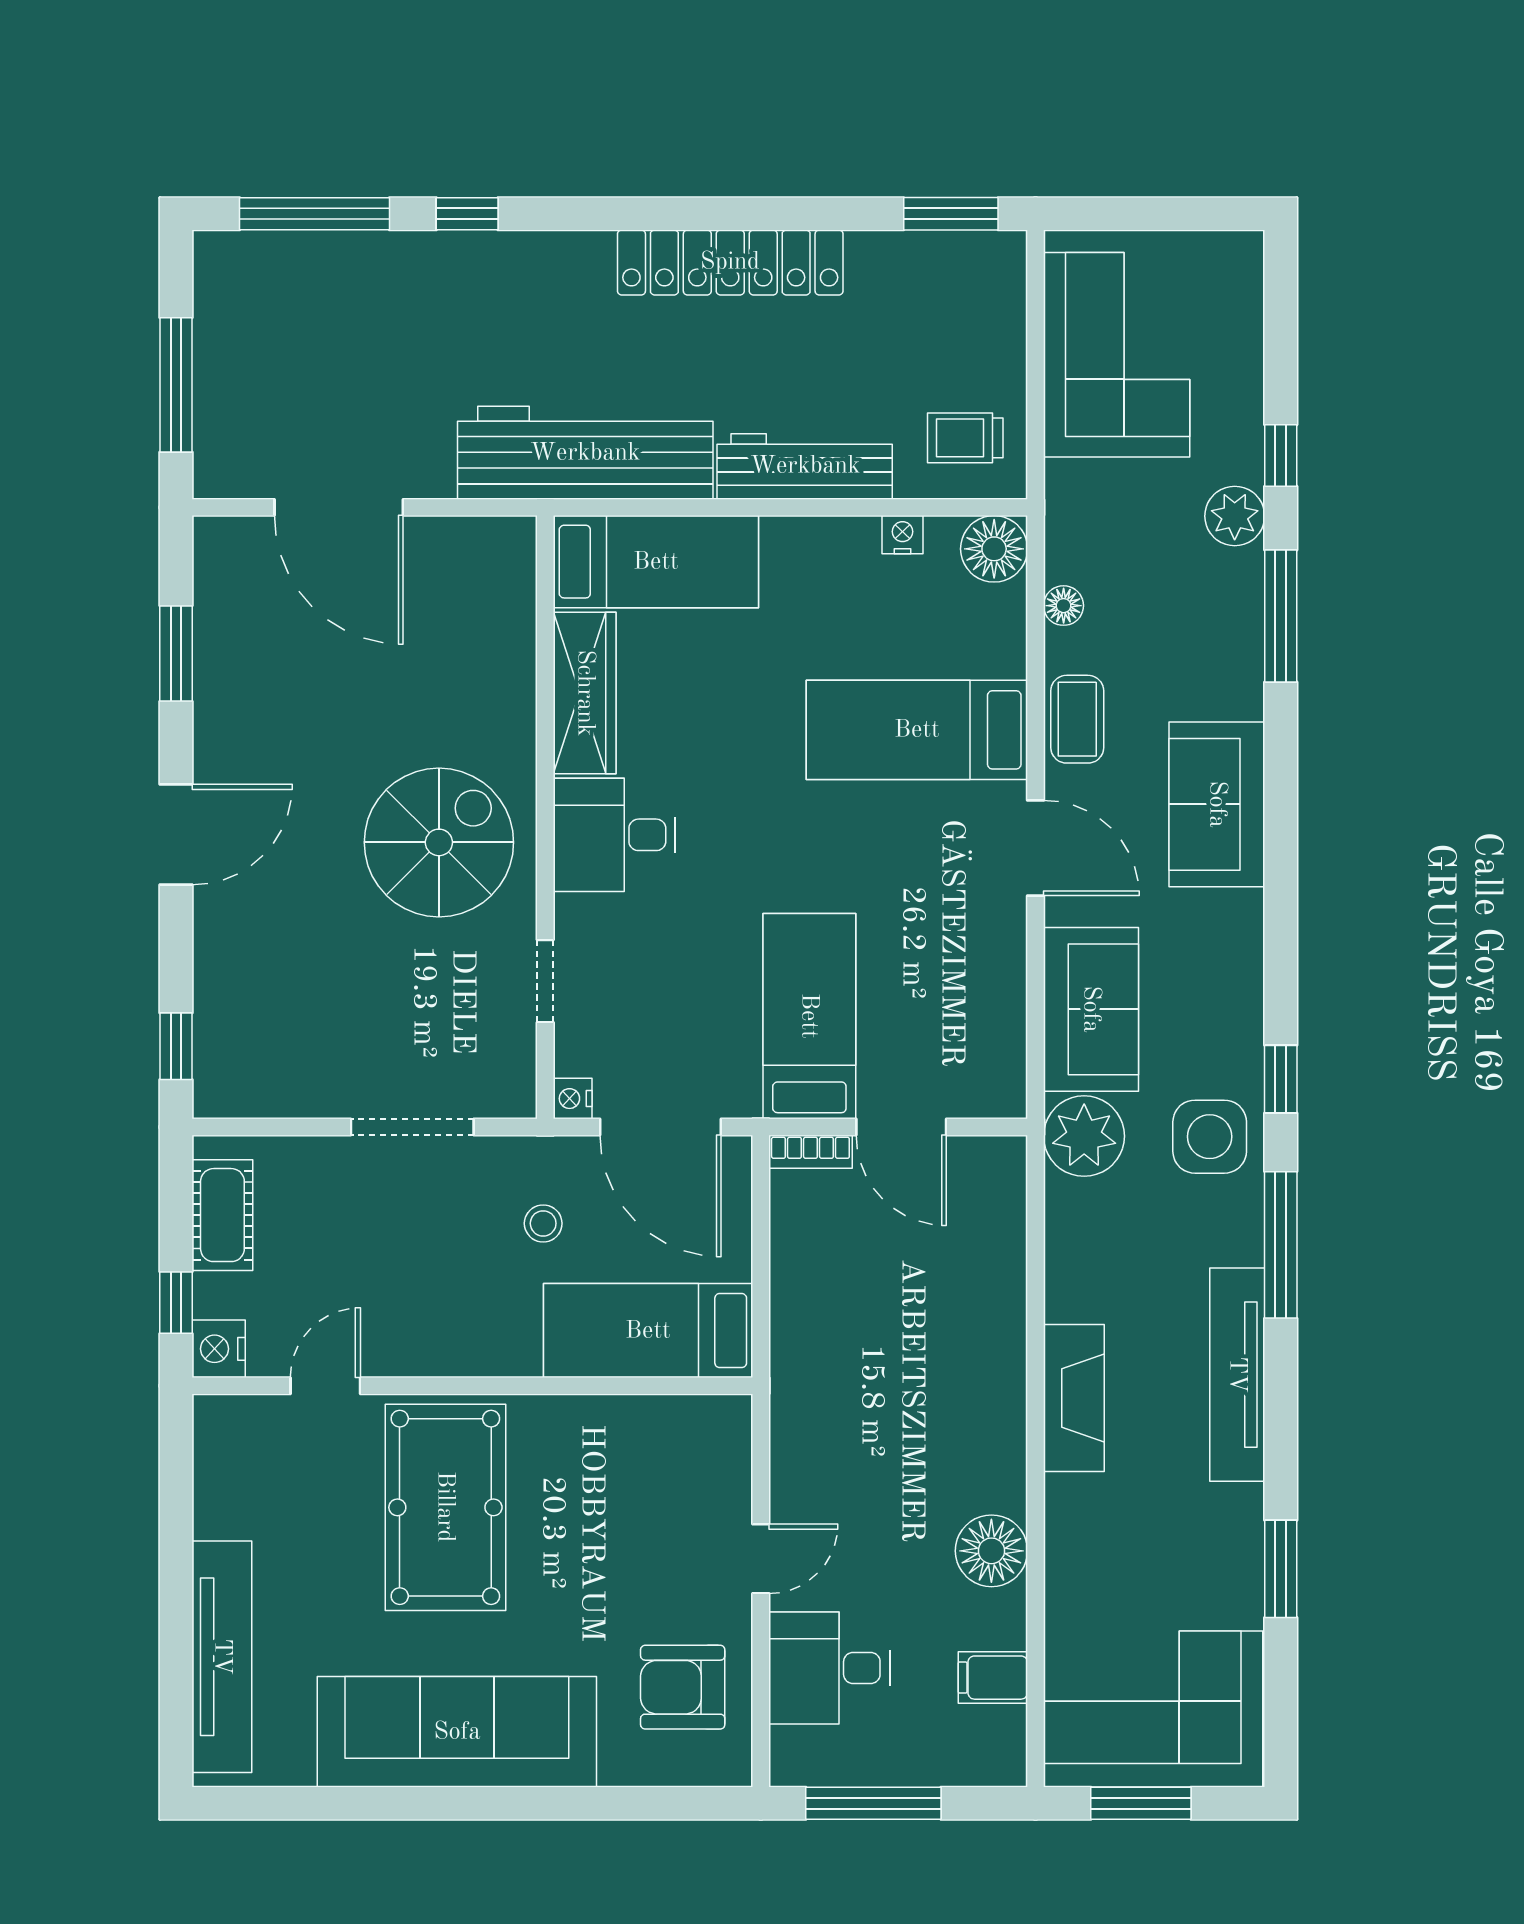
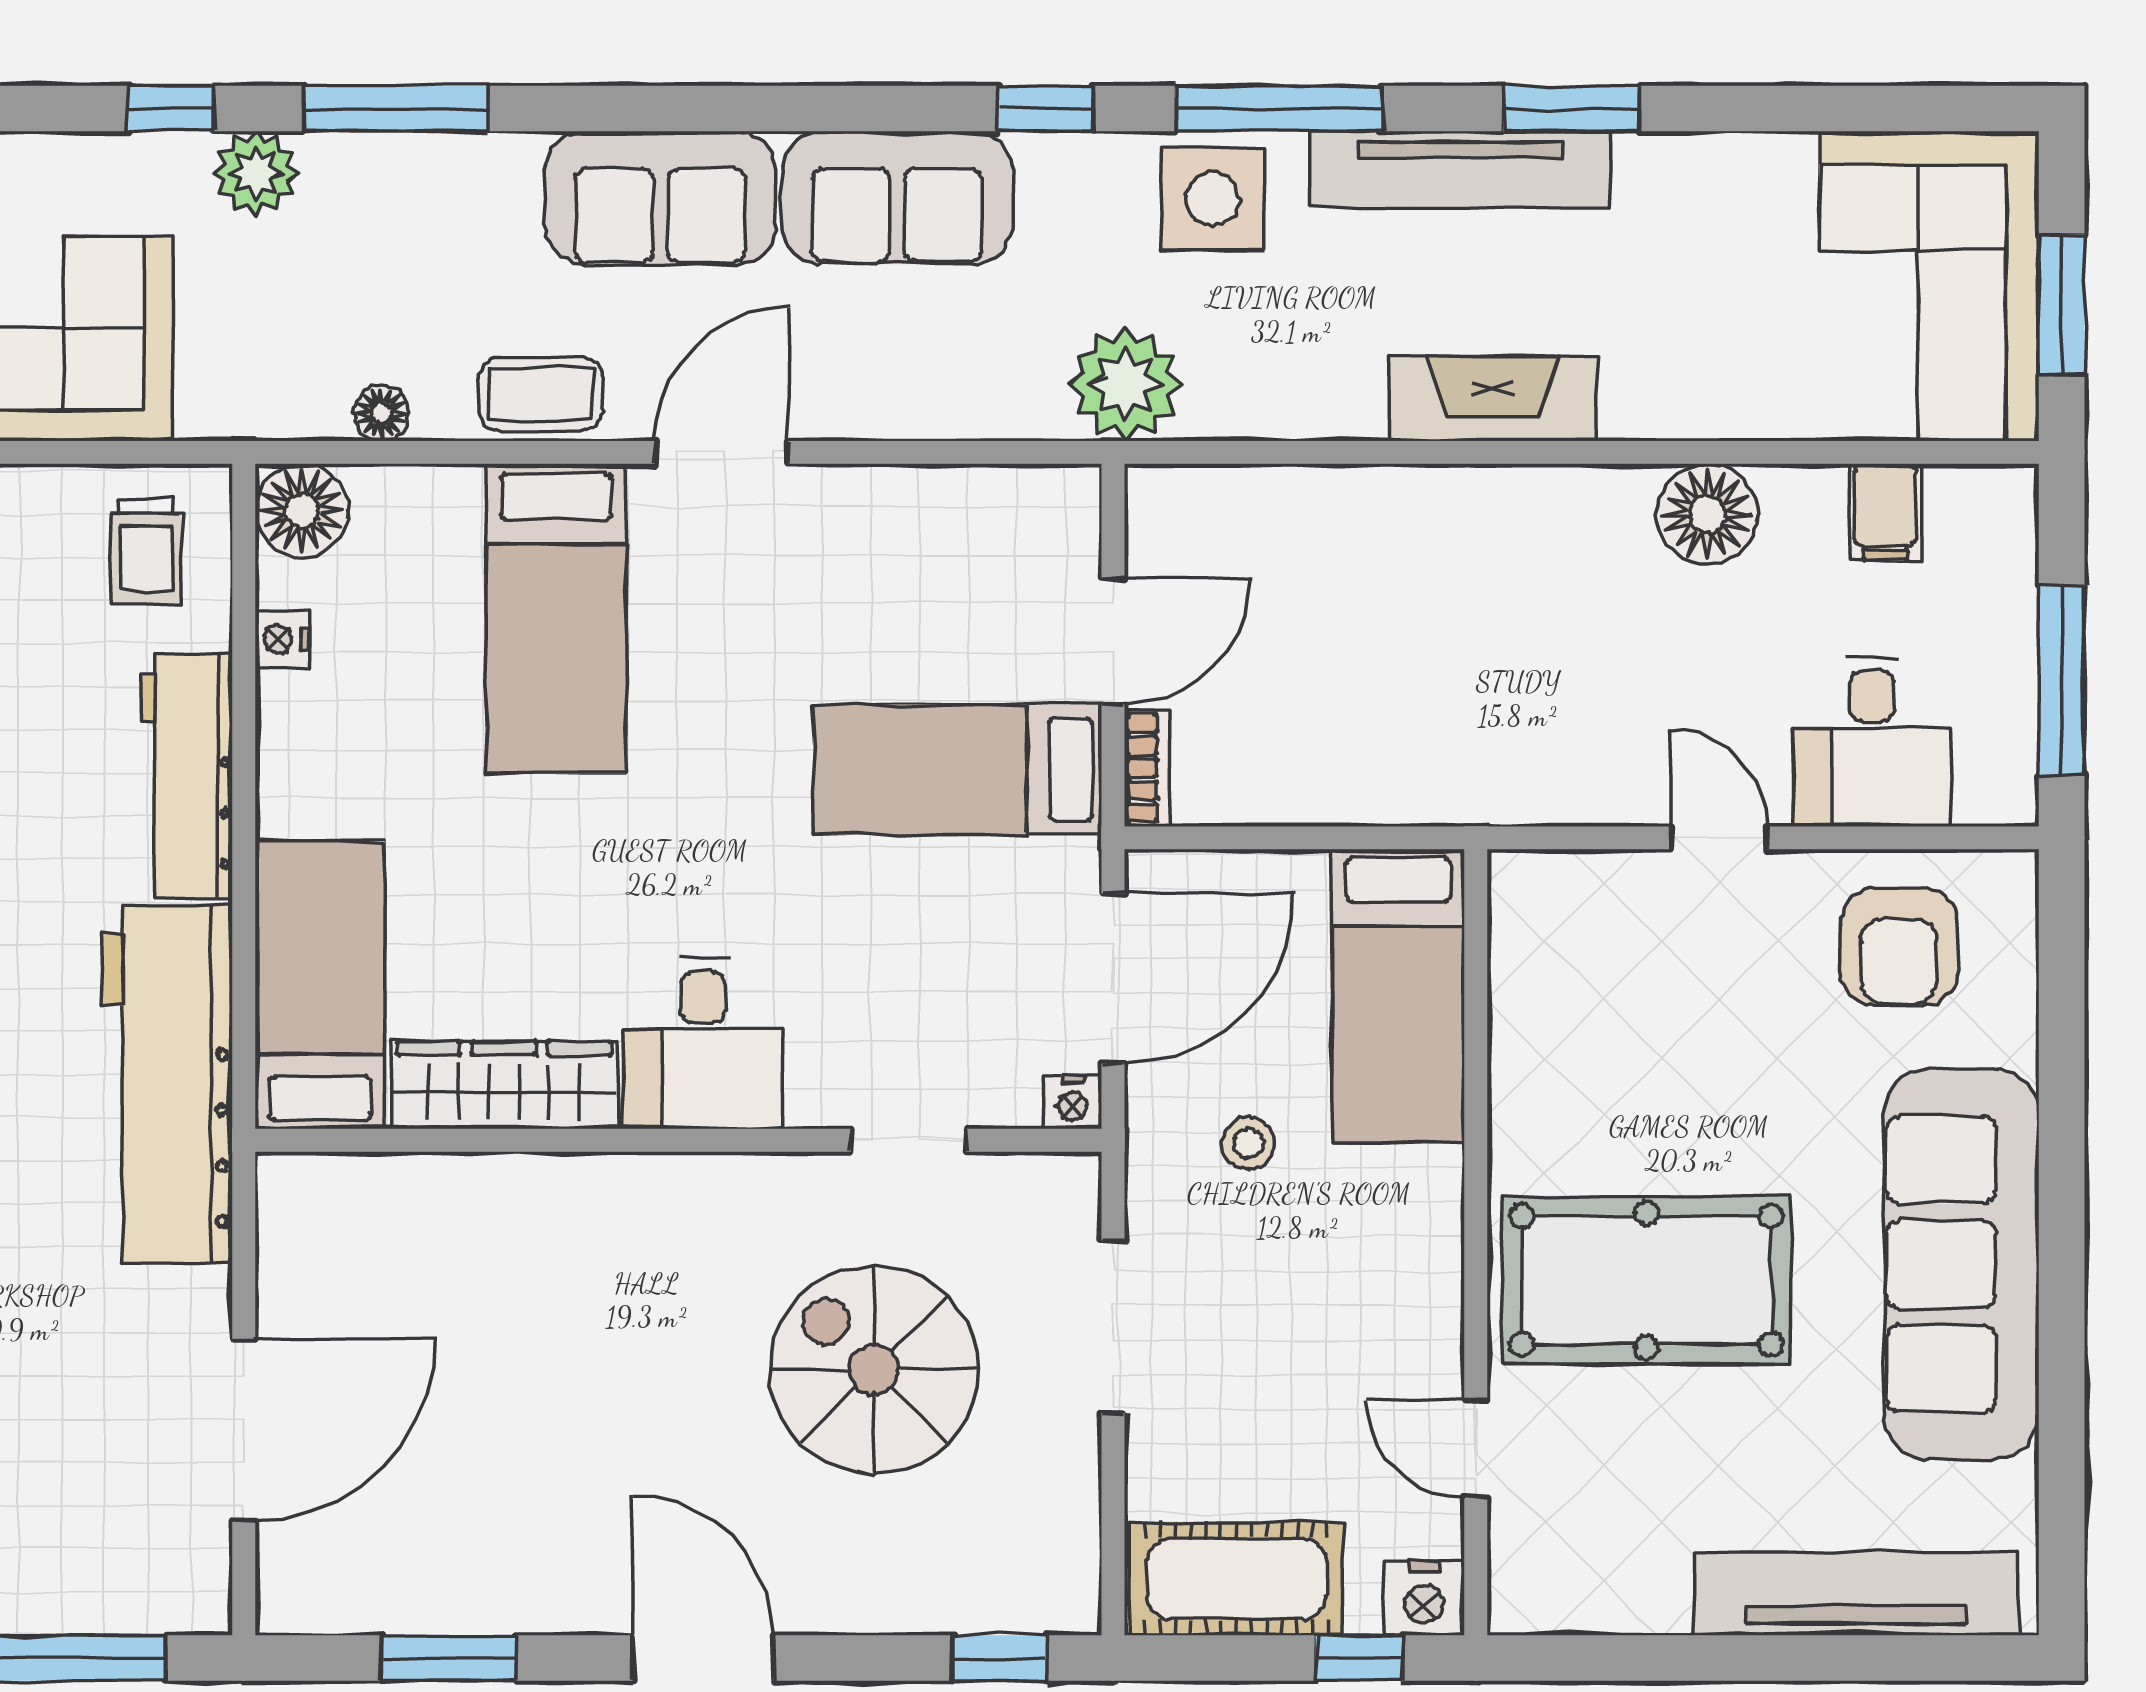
spiral stairs: (439, 842) -> (874, 1370), moved
sofa: (1091, 1009) -> (897, 198), moved, turned 180
side table: (1210, 1137) -> (1213, 199), moved
cot: (222, 1215) -> (1236, 1579), width x1.37, depth x1.34
window: (1281, 1569) -> (1572, 108), moved

